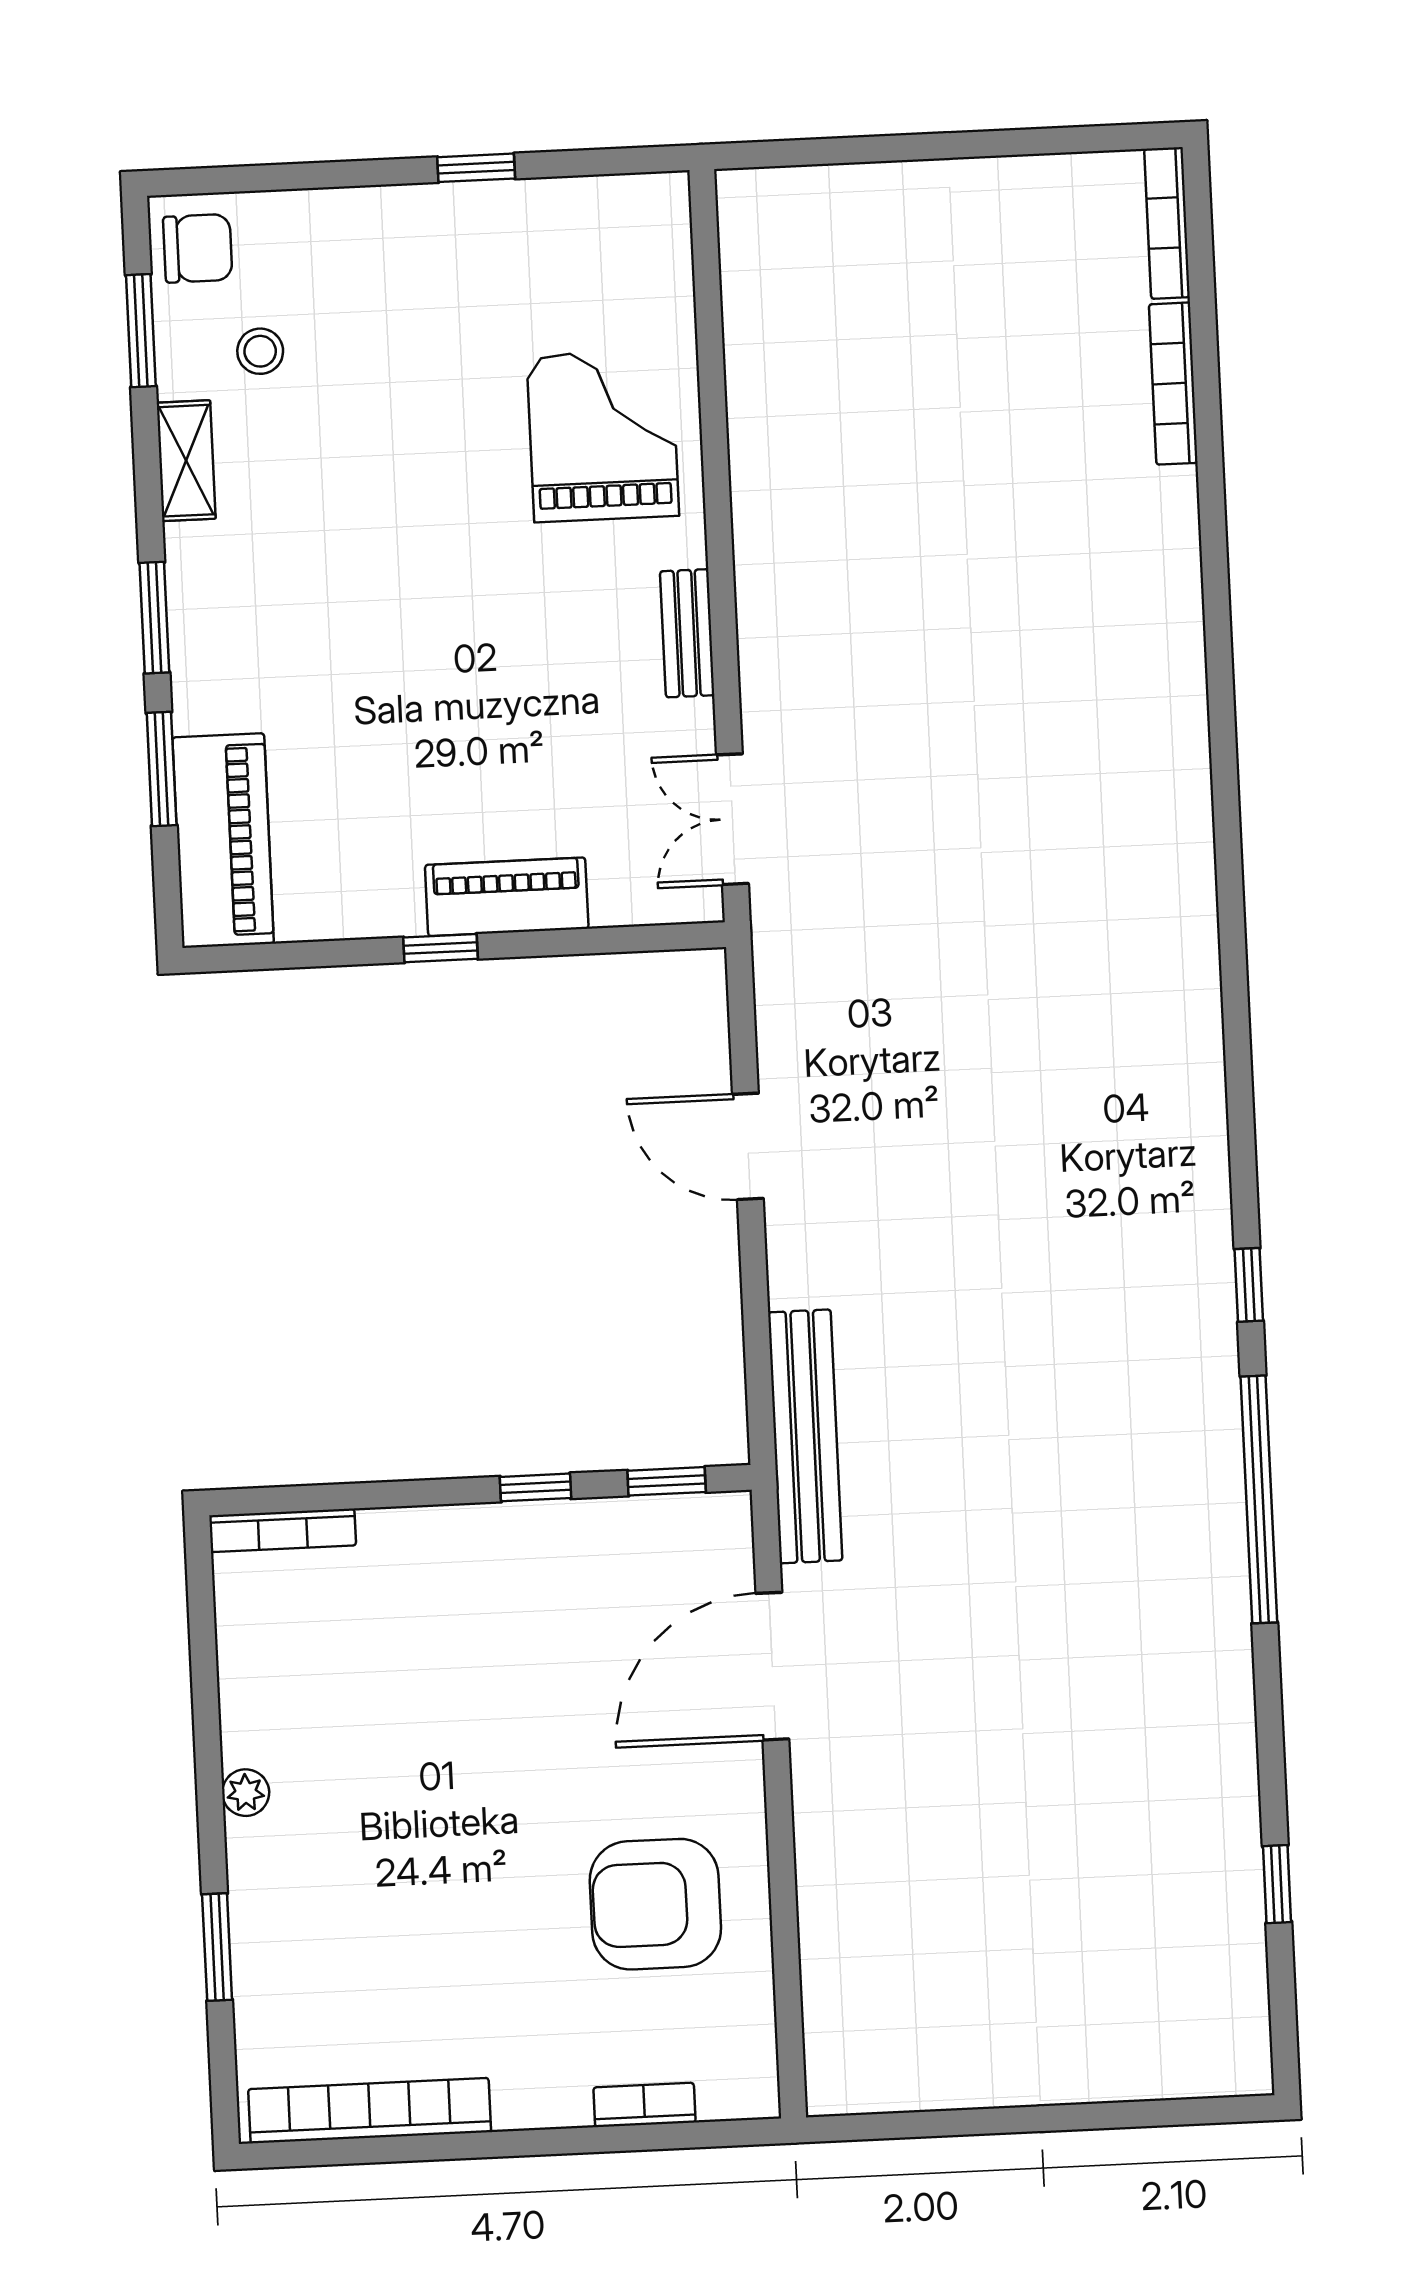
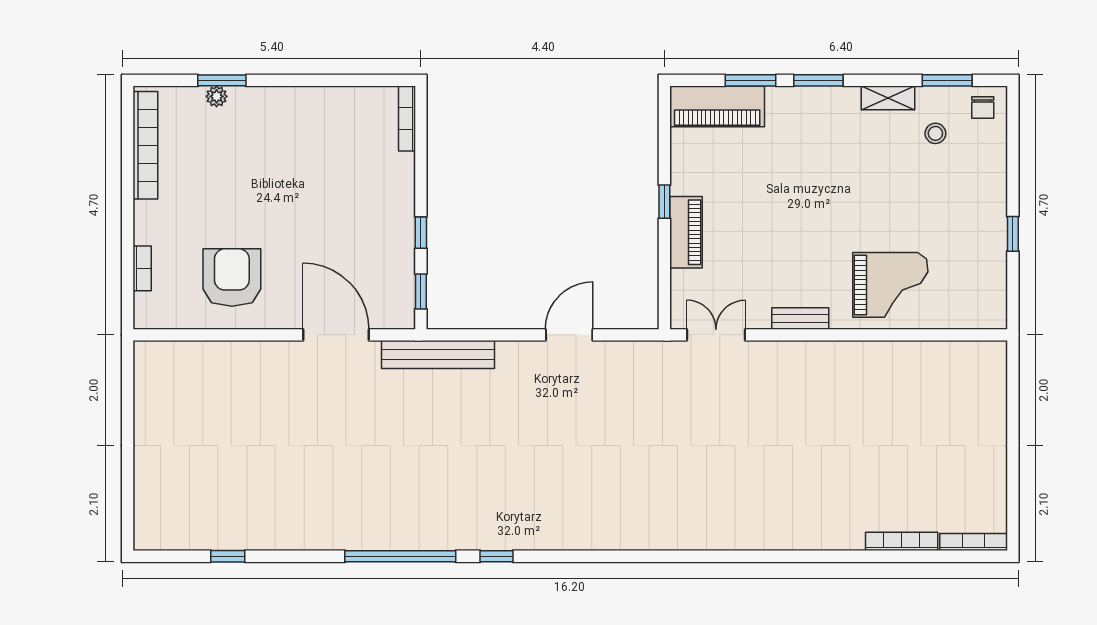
chair: (198, 248) -> (983, 108), width x0.73, depth x0.73
plant: (246, 1793) -> (217, 96), moved

